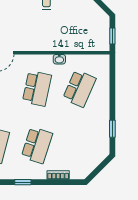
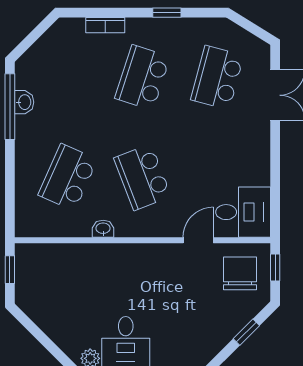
school desk: (37, 88) -> (142, 177), turned -33
window: (112, 129) -> (10, 107), width x2.17
washbasin: (104, 131) -> (24, 102), added

